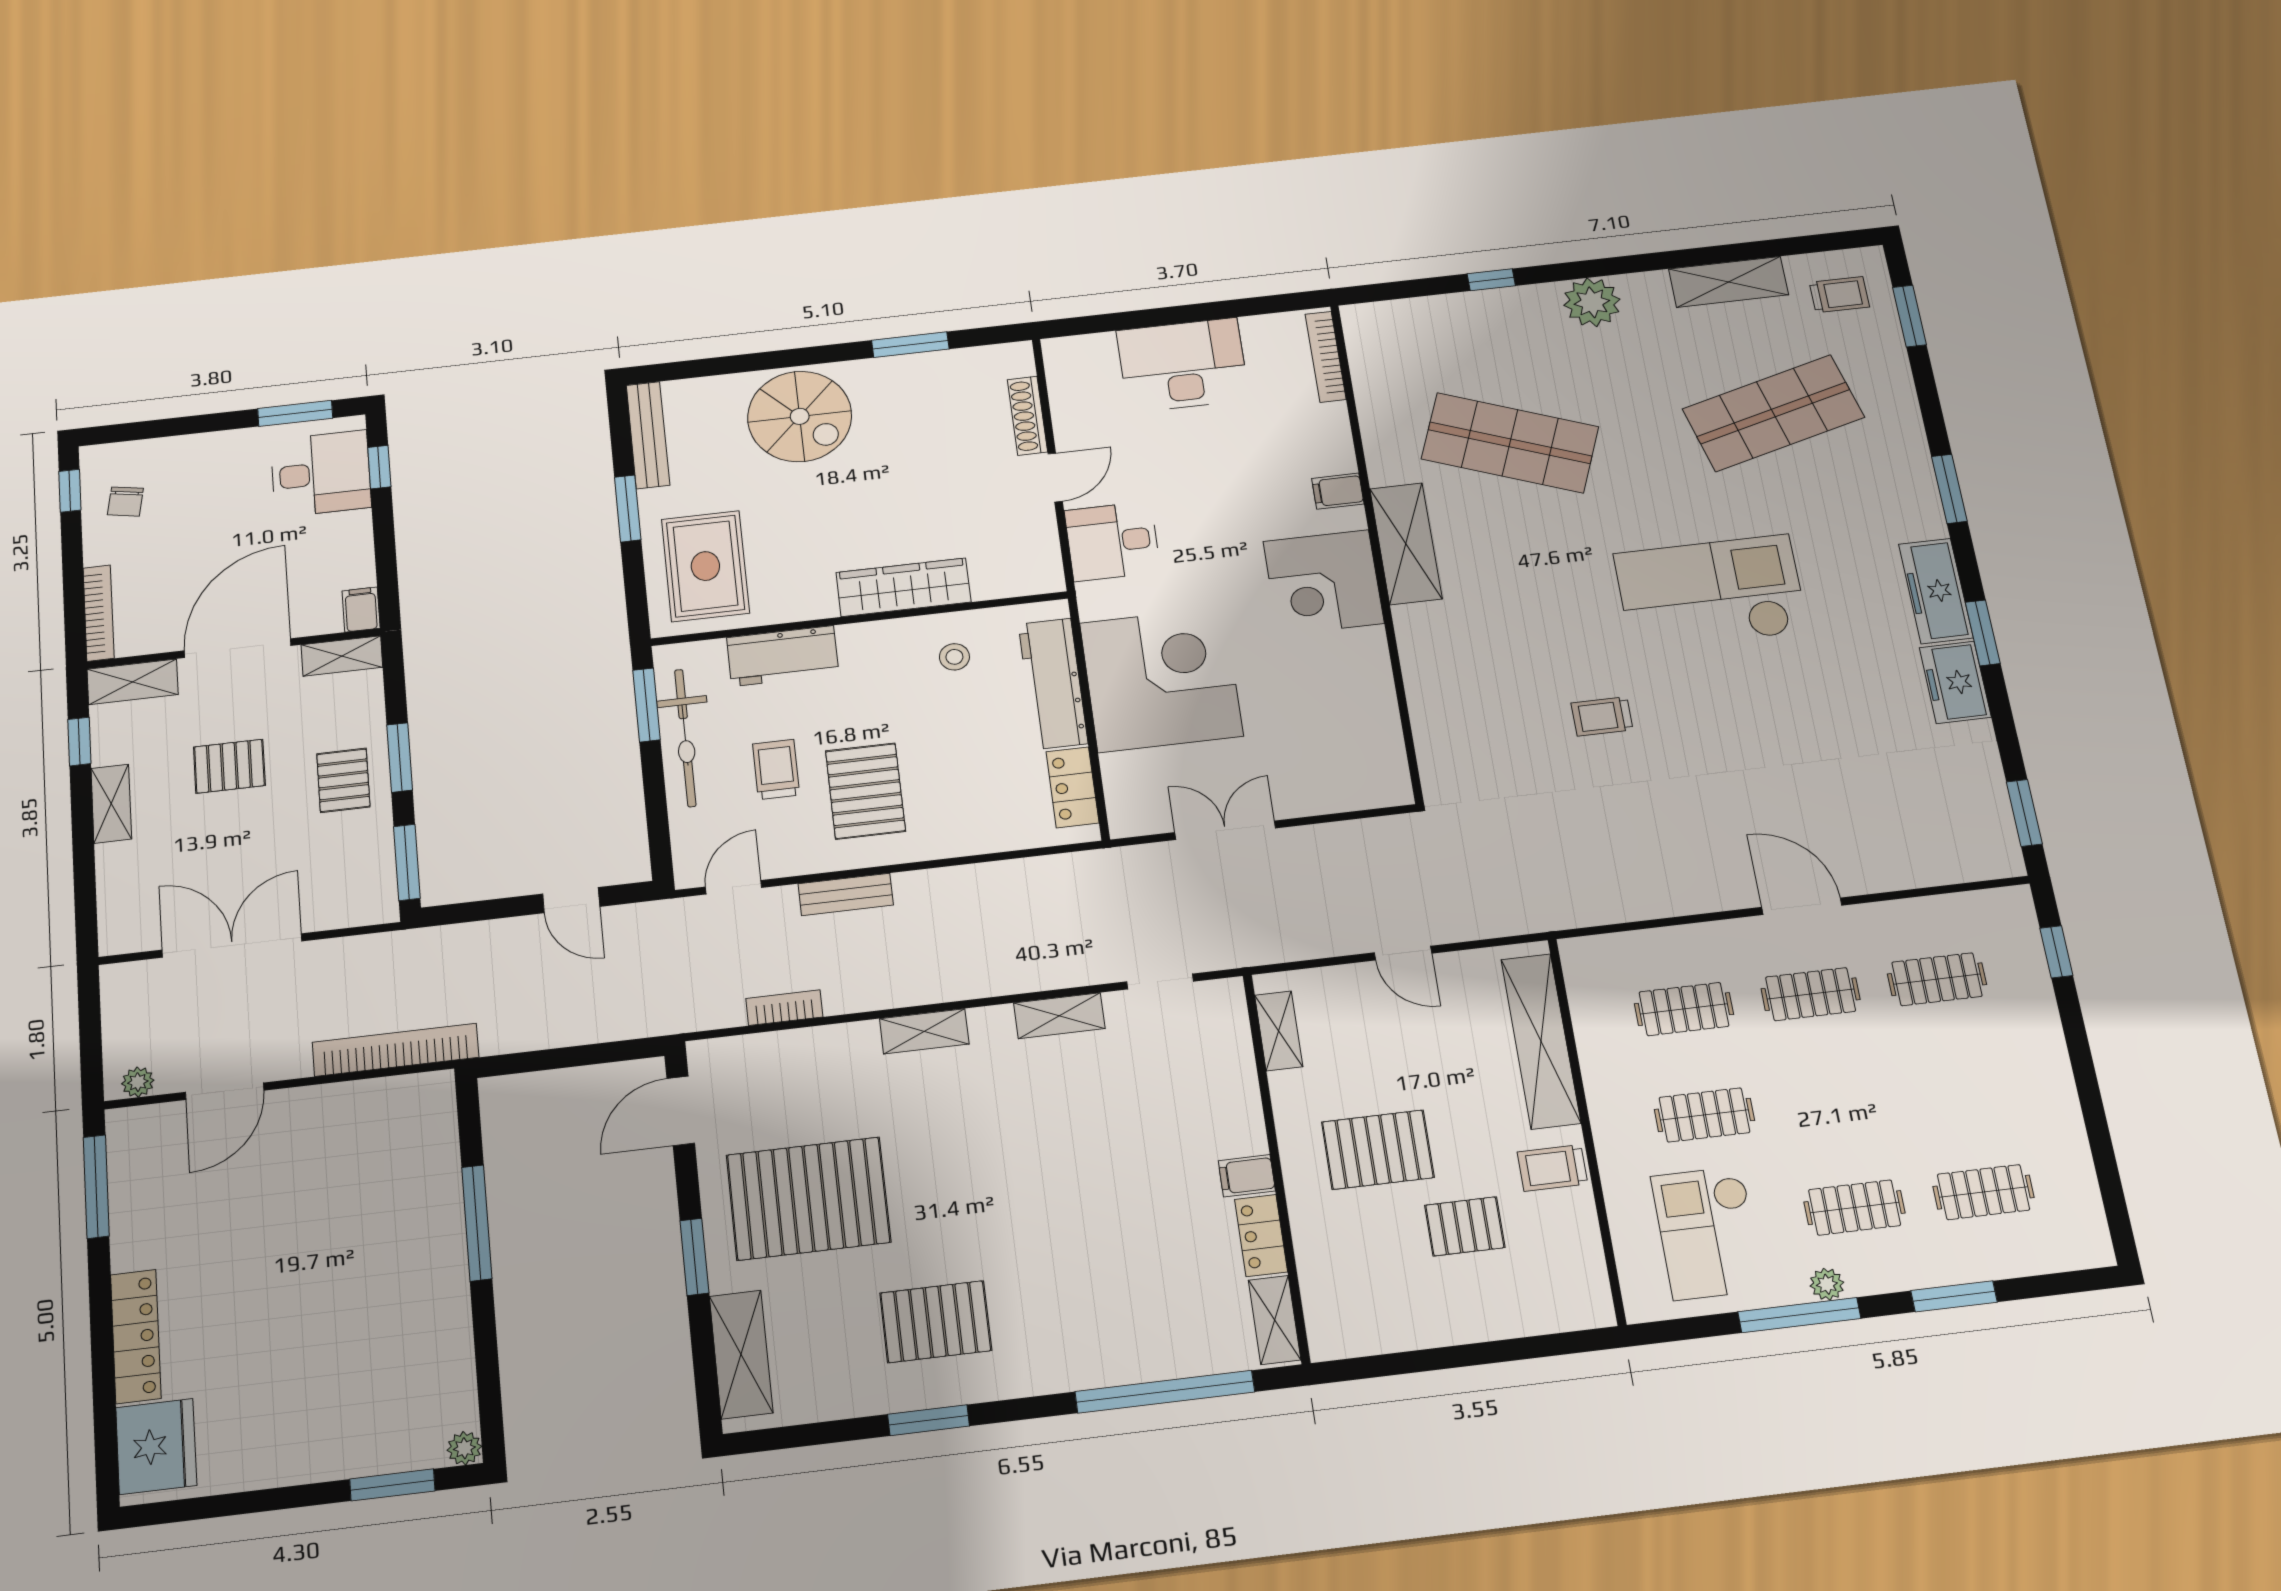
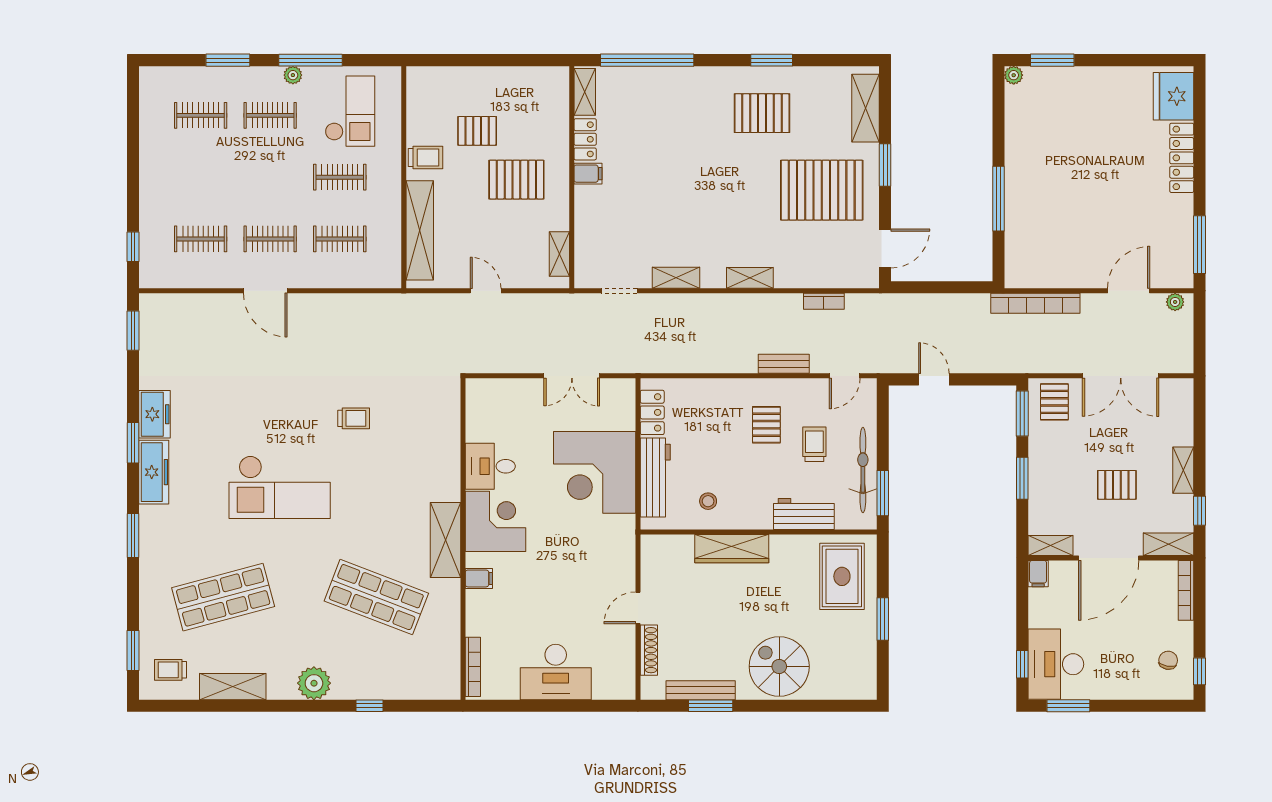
bench: (648, 435) -> (701, 690), moved, turned 90
desk: (321, 474) -> (1056, 664), width x1.37
desk: (1113, 541) -> (490, 466), moved, turned 180
trolley: (776, 769) -> (814, 444), turned 180
pallet: (343, 780) -> (1054, 402), moved
pallet: (865, 791) -> (766, 425), width x0.67, depth x0.71

